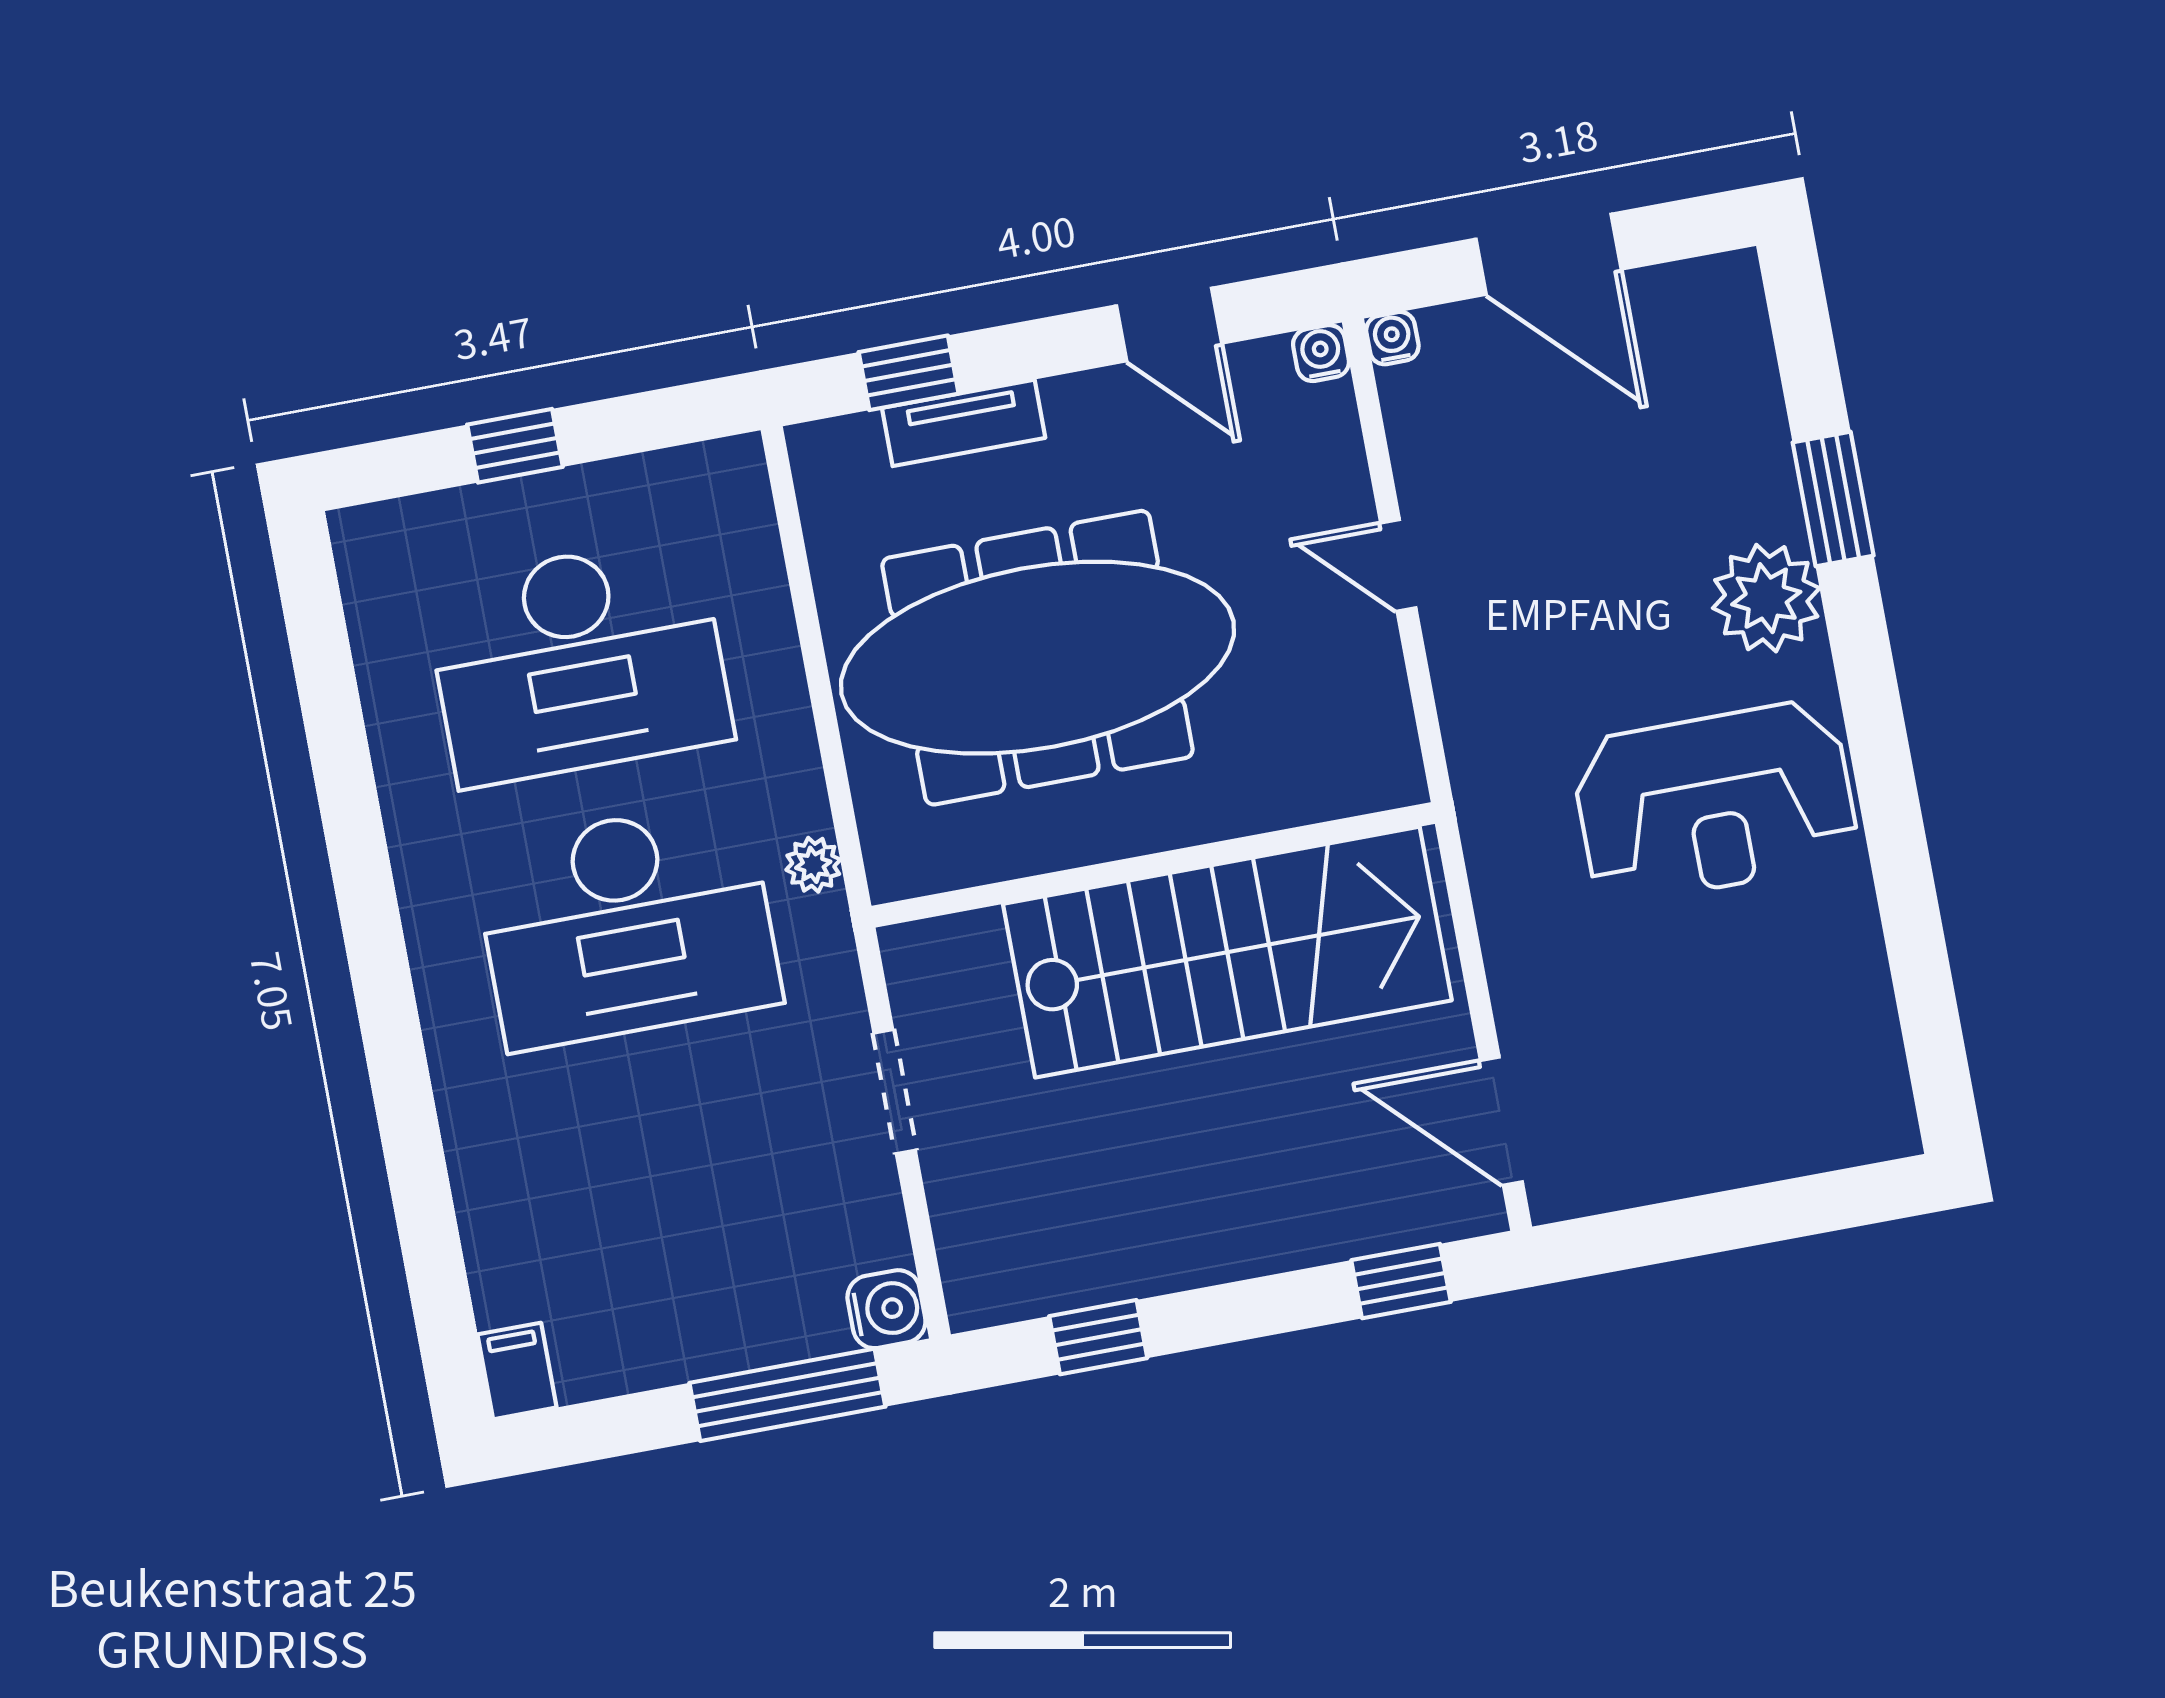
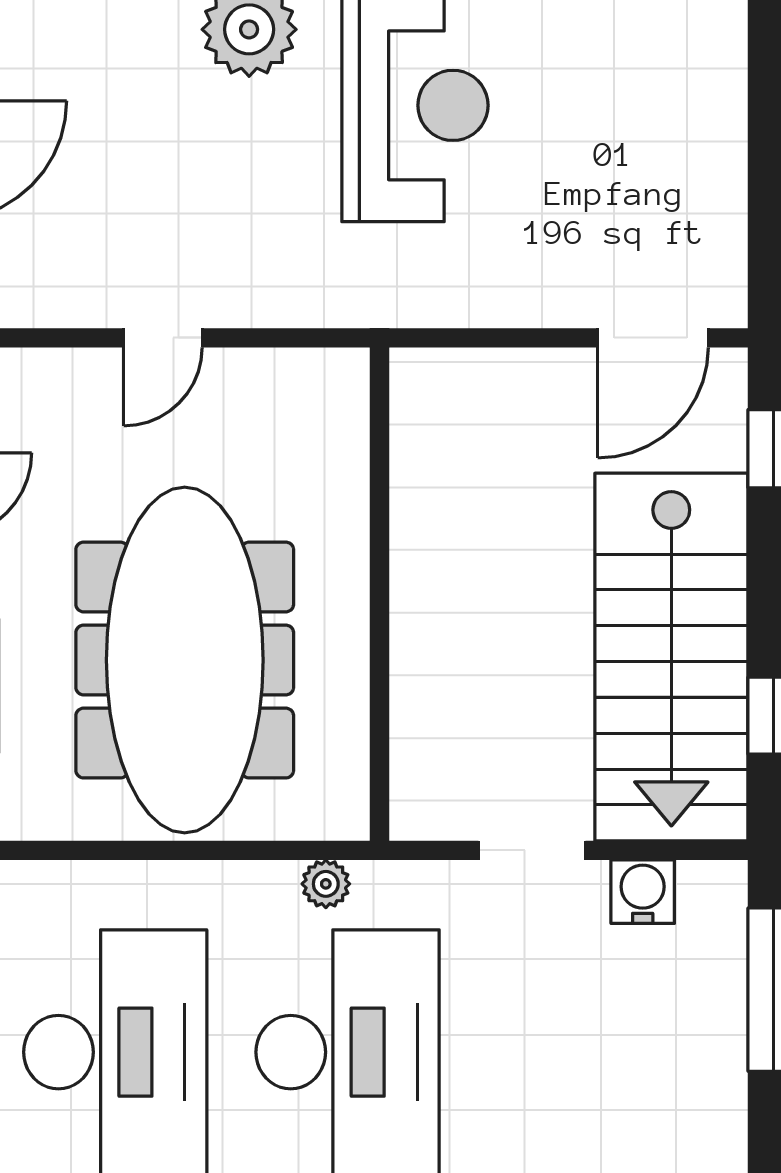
stairs: (1227, 952) -> (671, 657), moved, turned 180
water cooler: (886, 1309) -> (643, 892), moved

